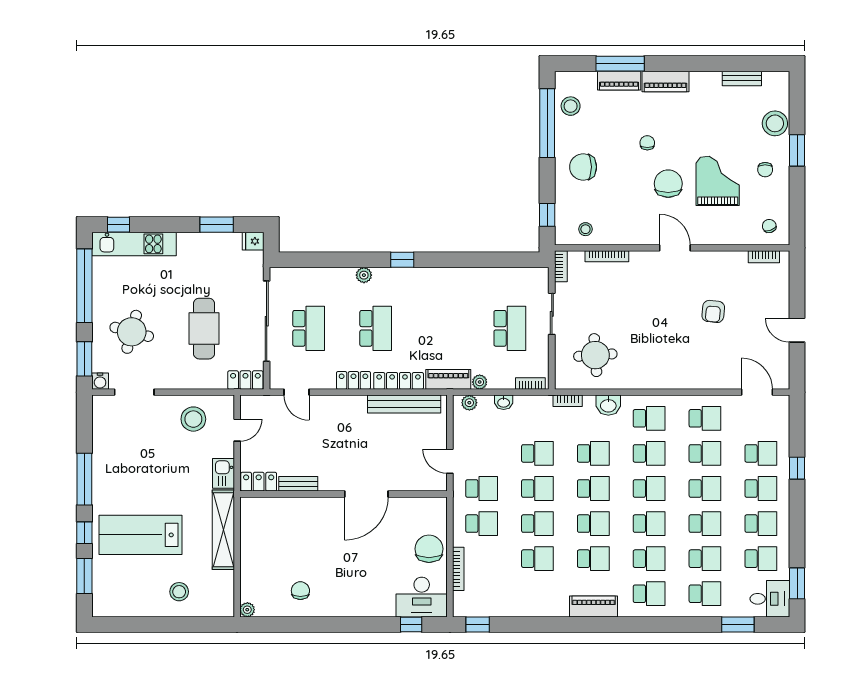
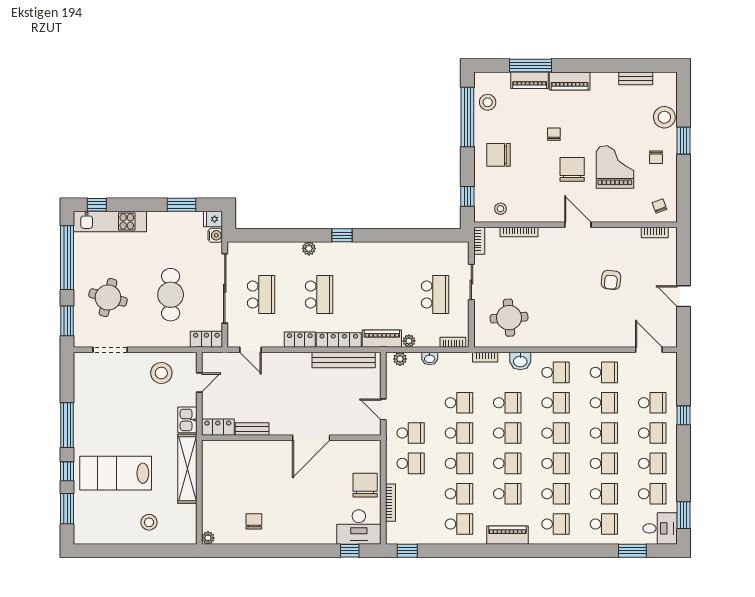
water cooler: (100, 381) -> (215, 235), moved, turned -90
school desk: (537, 594) -> (459, 524), added

